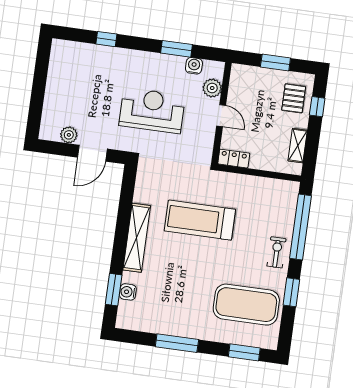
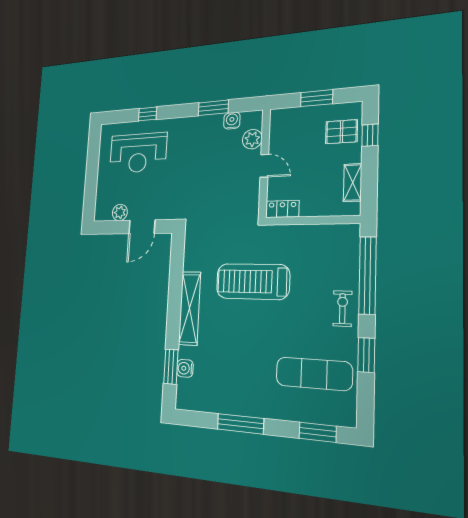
pallet: (294, 98) -> (341, 132), turned 90
reception desk: (152, 111) -> (138, 153), moved, turned 180
exercise mat: (246, 305) -> (314, 374), width x0.68

